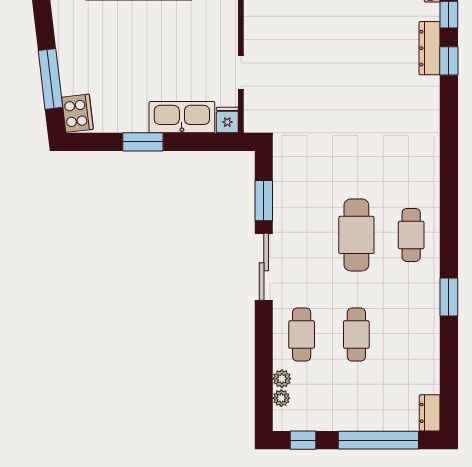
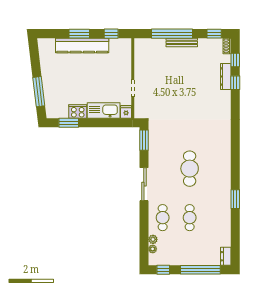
cooker: (77, 113) -> (78, 111), moved, turned -83
window: (143, 142) -> (69, 123), moved
window: (264, 201) -> (144, 140), moved
cafe table: (411, 235) -> (217, 169), removed

